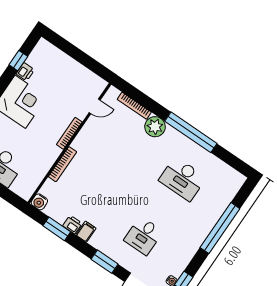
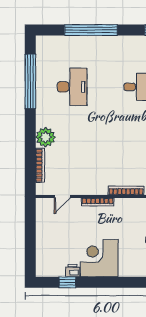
door: (95, 106) -> (62, 196), swing flipped
window: (191, 132) -> (30, 81), moved

